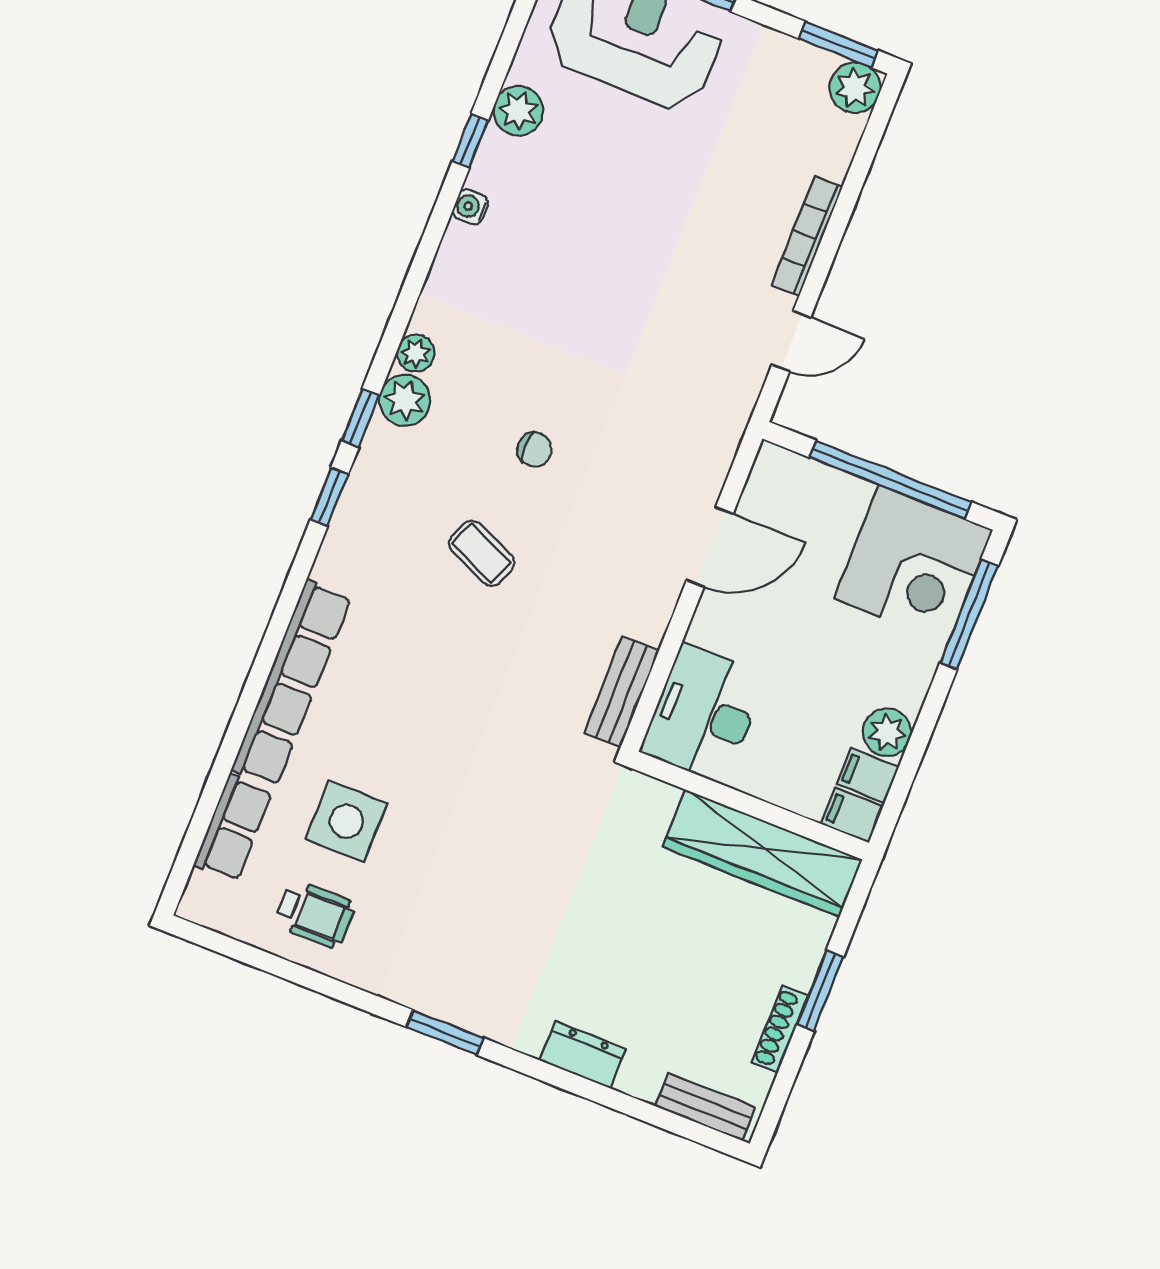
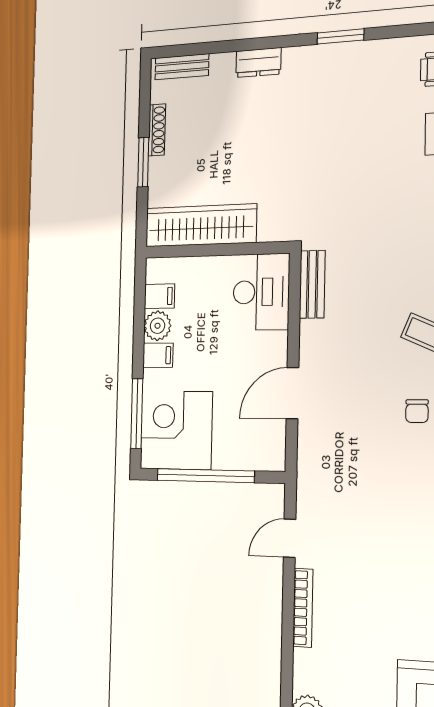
chair: (535, 449) -> (417, 411), turned -90
filing cabinet: (852, 815) -> (158, 355), moved

